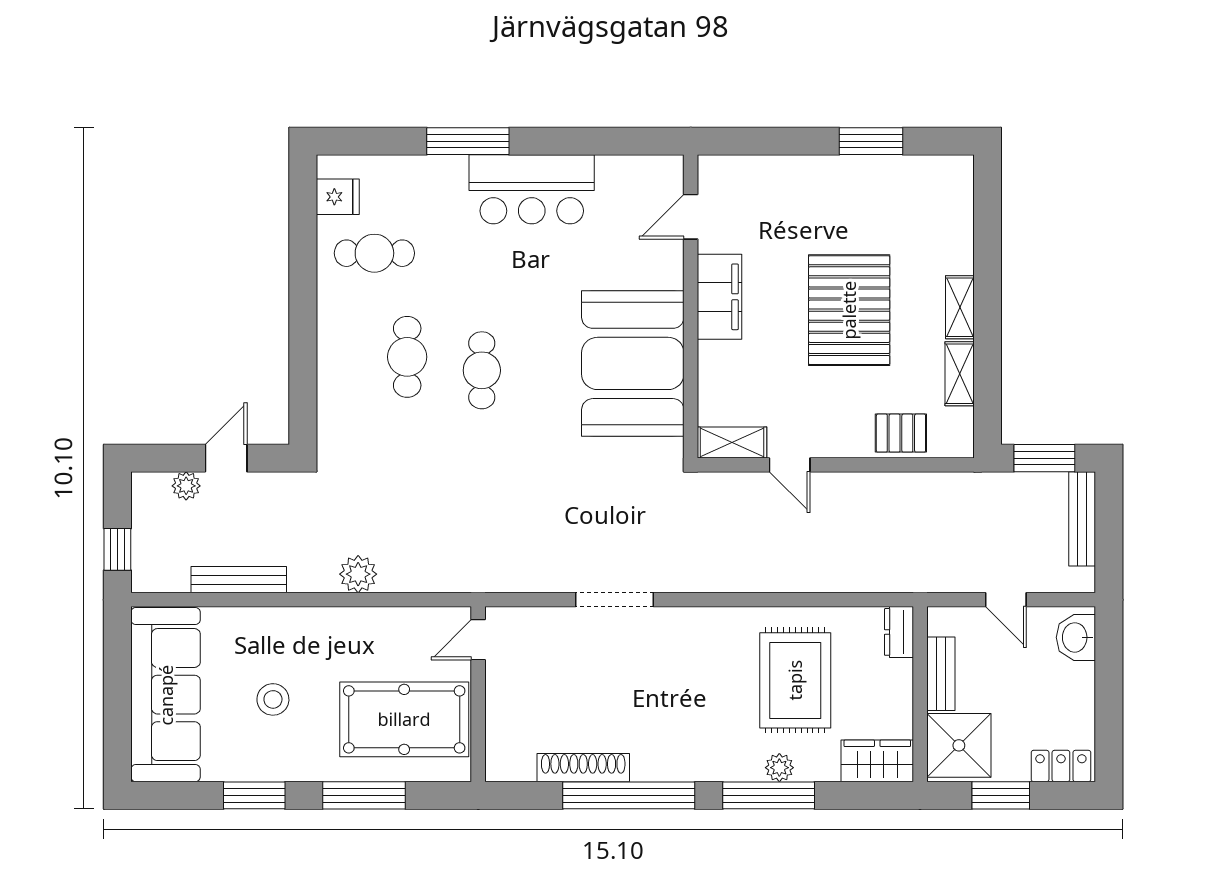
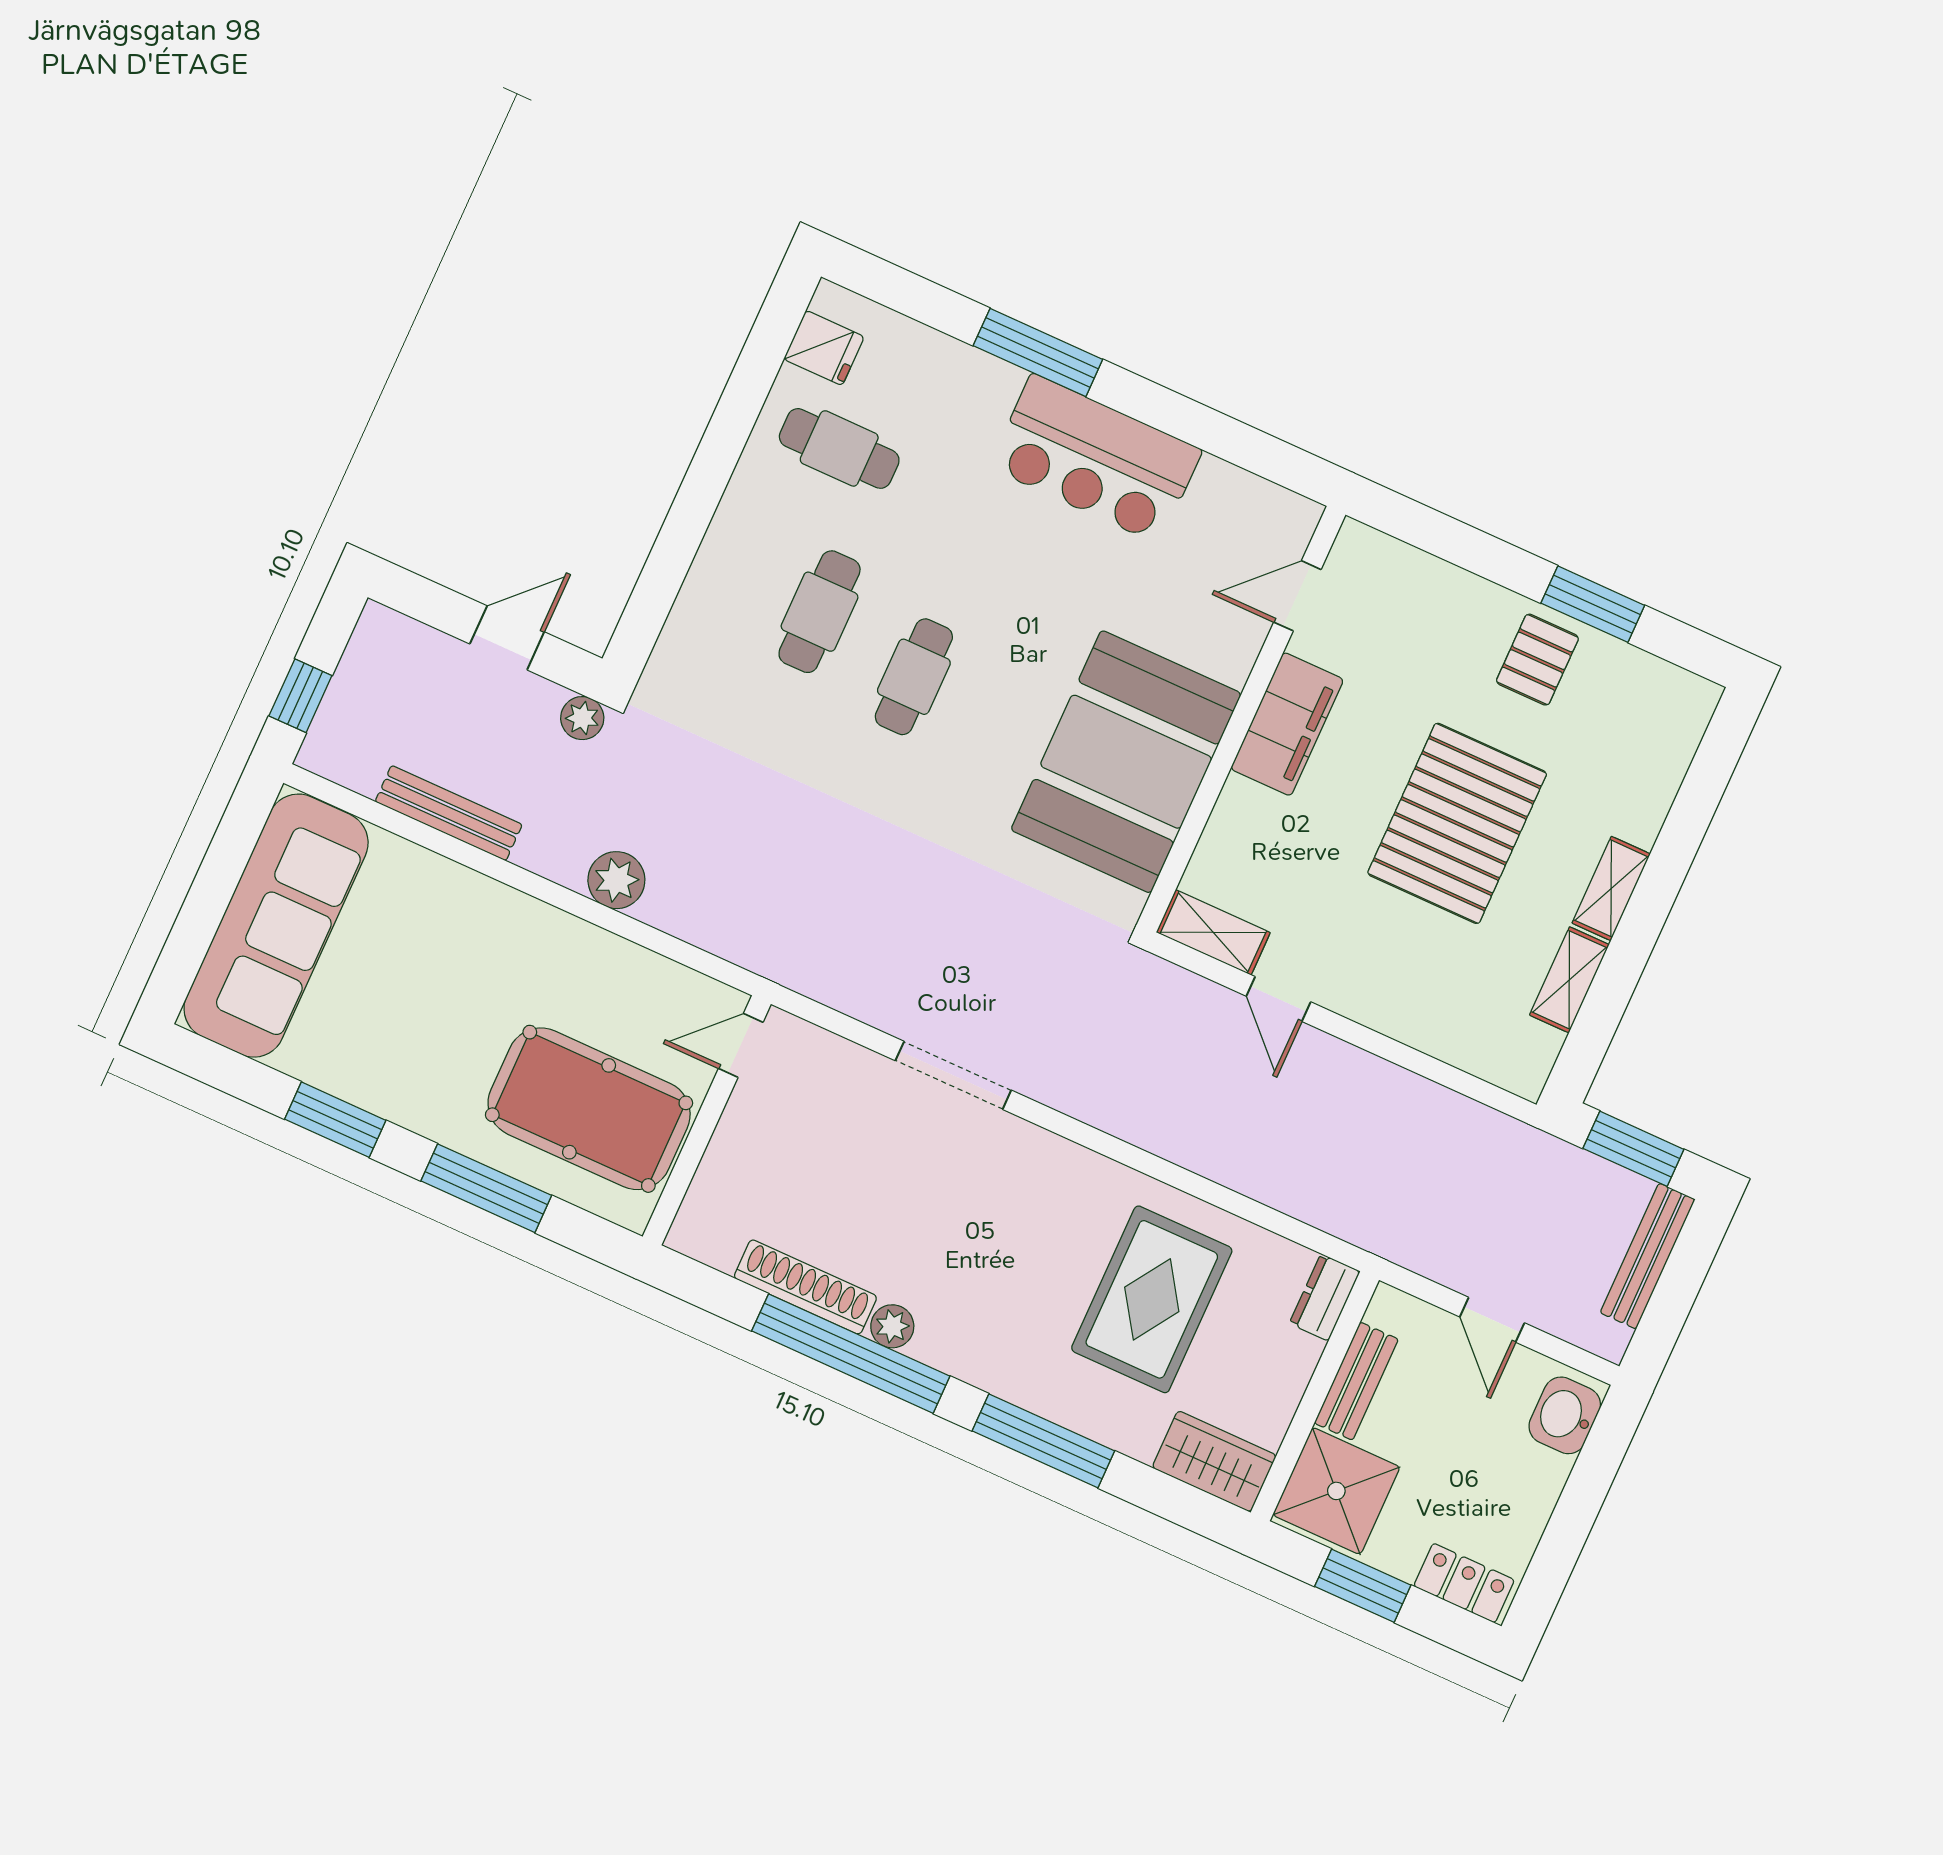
pallet: (901, 433) -> (1537, 660), moved, turned 90
plant: (186, 486) -> (582, 718), moved
stool: (273, 699) -> (421, 999), removed
plant: (779, 768) -> (892, 1326), moved

